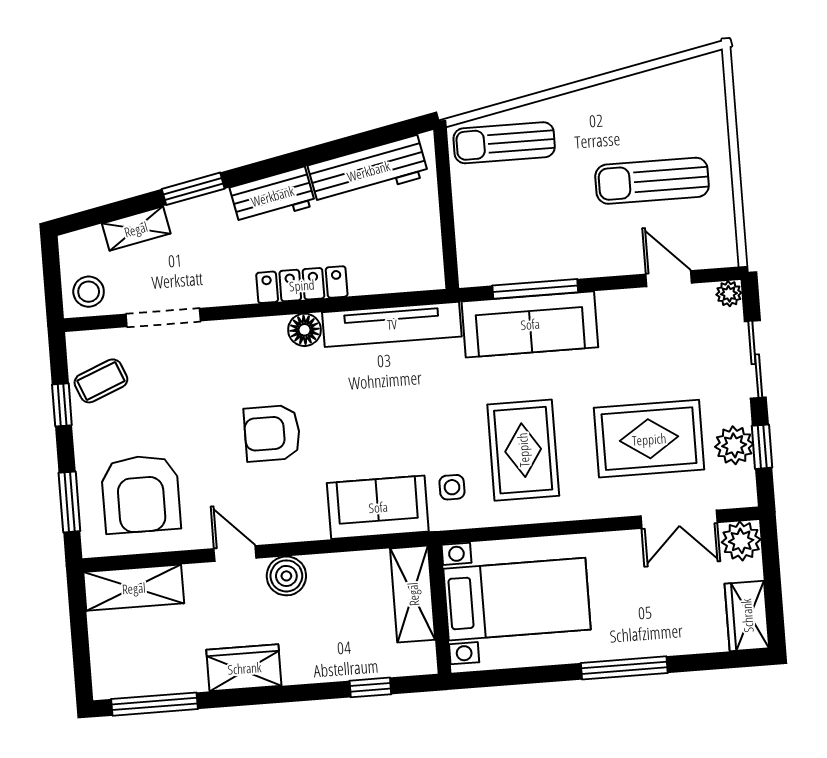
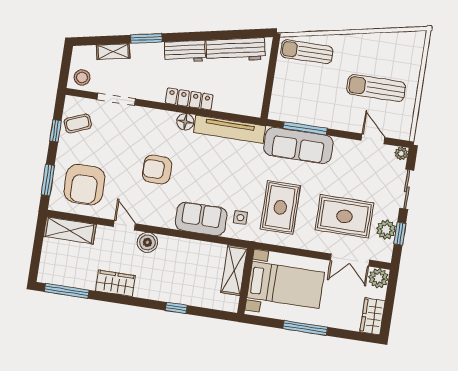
shelving: (413, 594) -> (234, 270), moved
bed with nightstands: (517, 599) -> (286, 285), moved
wall: (440, 609) -> (246, 281), moved

